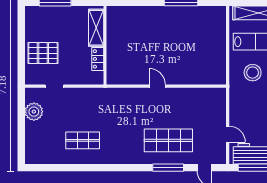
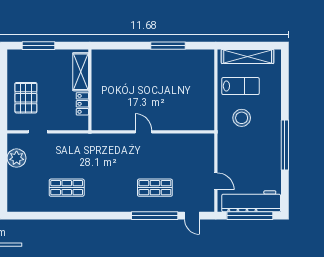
pallet: (43, 53) -> (26, 98), turned 90
shop shelf: (168, 140) -> (155, 188), width x0.70, depth x0.74
window: (168, 168) -> (155, 216), width x1.46

